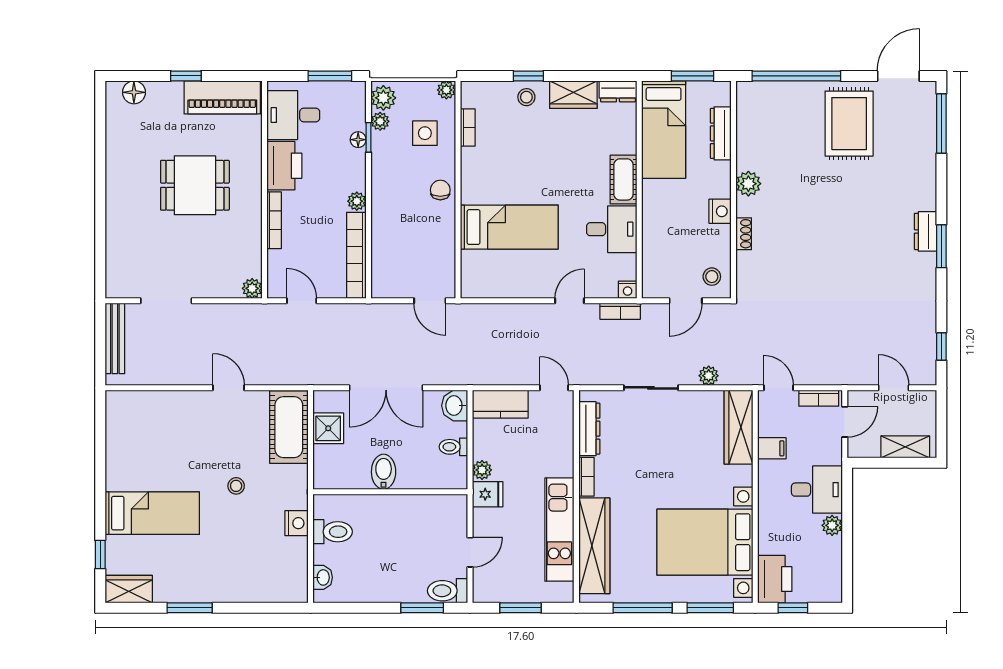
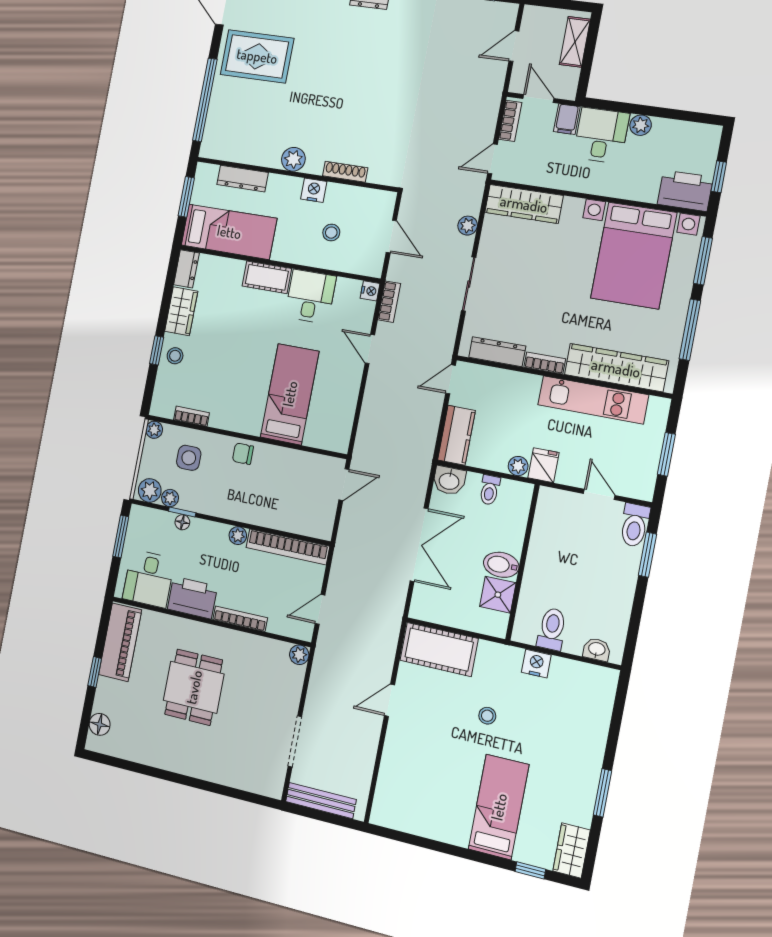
shoe rack: (744, 234) -> (345, 172), width x1.43
stool: (712, 277) -> (331, 233), moved
shower: (328, 428) -> (498, 595), moved
filing cabinet: (772, 448) -> (567, 119), moved, turned 180

